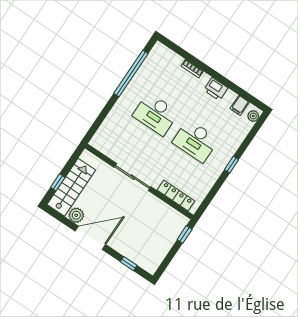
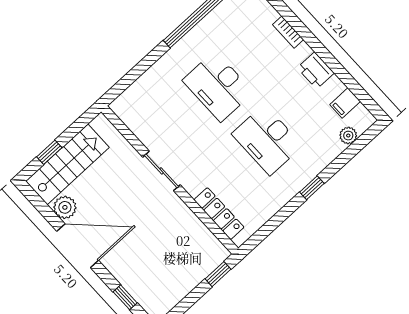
plant: (253, 116) -> (348, 136), moved
sliding door: (132, 177) -> (161, 171), width x0.73

